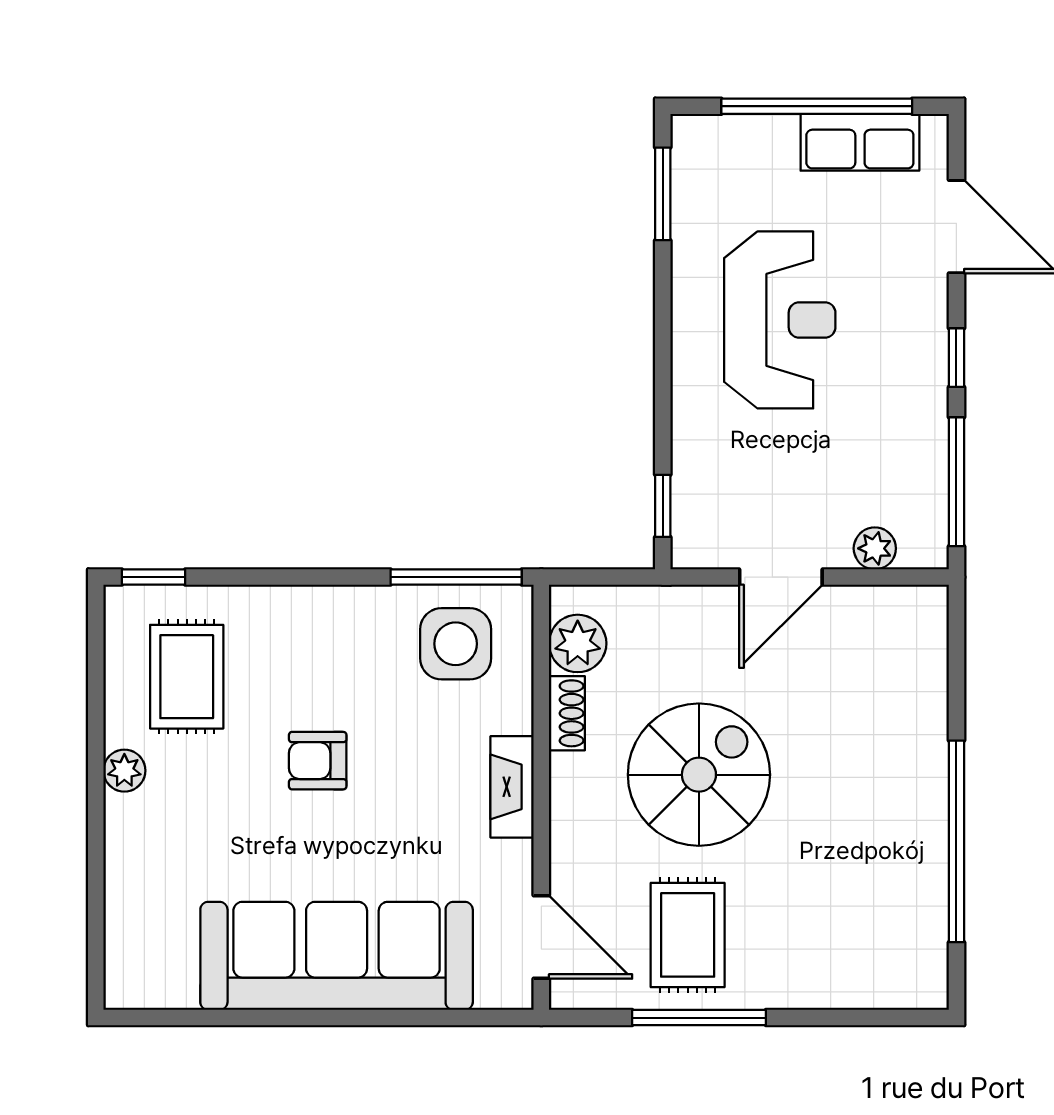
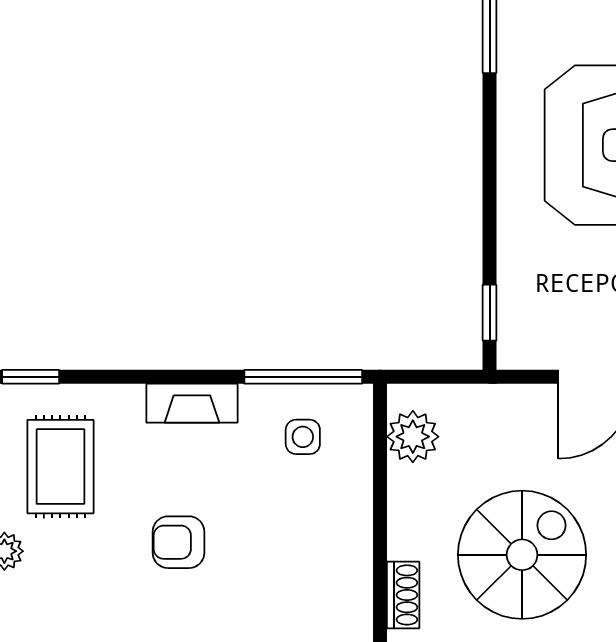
side table: (456, 644) -> (303, 437), width x0.54, depth x0.54
shoe rack: (567, 713) -> (403, 595), moved
fireplace: (512, 787) -> (192, 403), moved, turned -90

